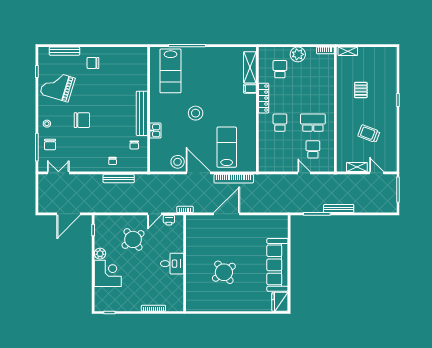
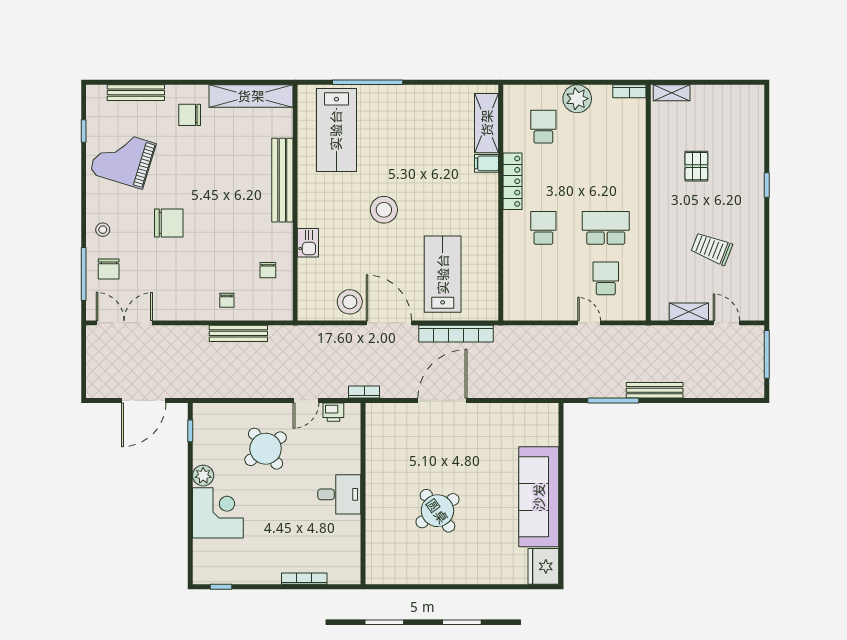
shelving: (125, 53) -> (251, 96), added
bench: (142, 113) -> (282, 180), moved
double door: (58, 173) -> (124, 323), width x1.37

